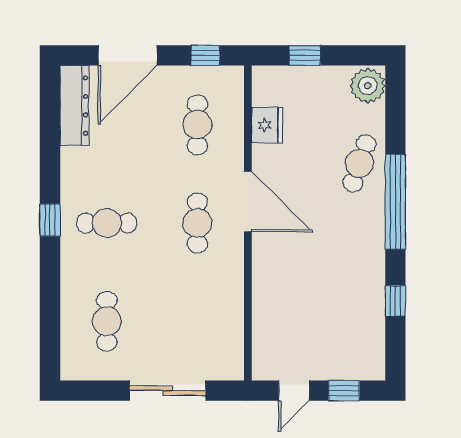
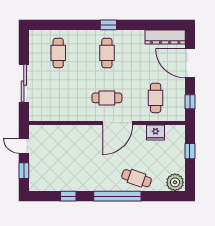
cafe table: (197, 125) -> (156, 98), turned 90
cafe table: (107, 321) -> (58, 53), turned 90

